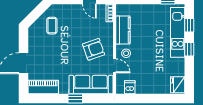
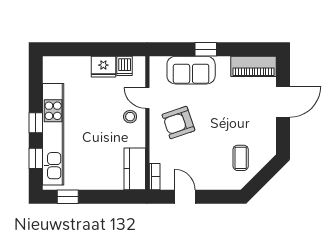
kitchen counter: (123, 30) -> (135, 169), moved
kitchen unit: (178, 32) -> (53, 134), width x1.36
sofa: (91, 84) -> (191, 70), width x0.73
fridge: (178, 85) -> (103, 67), moved, turned 90

